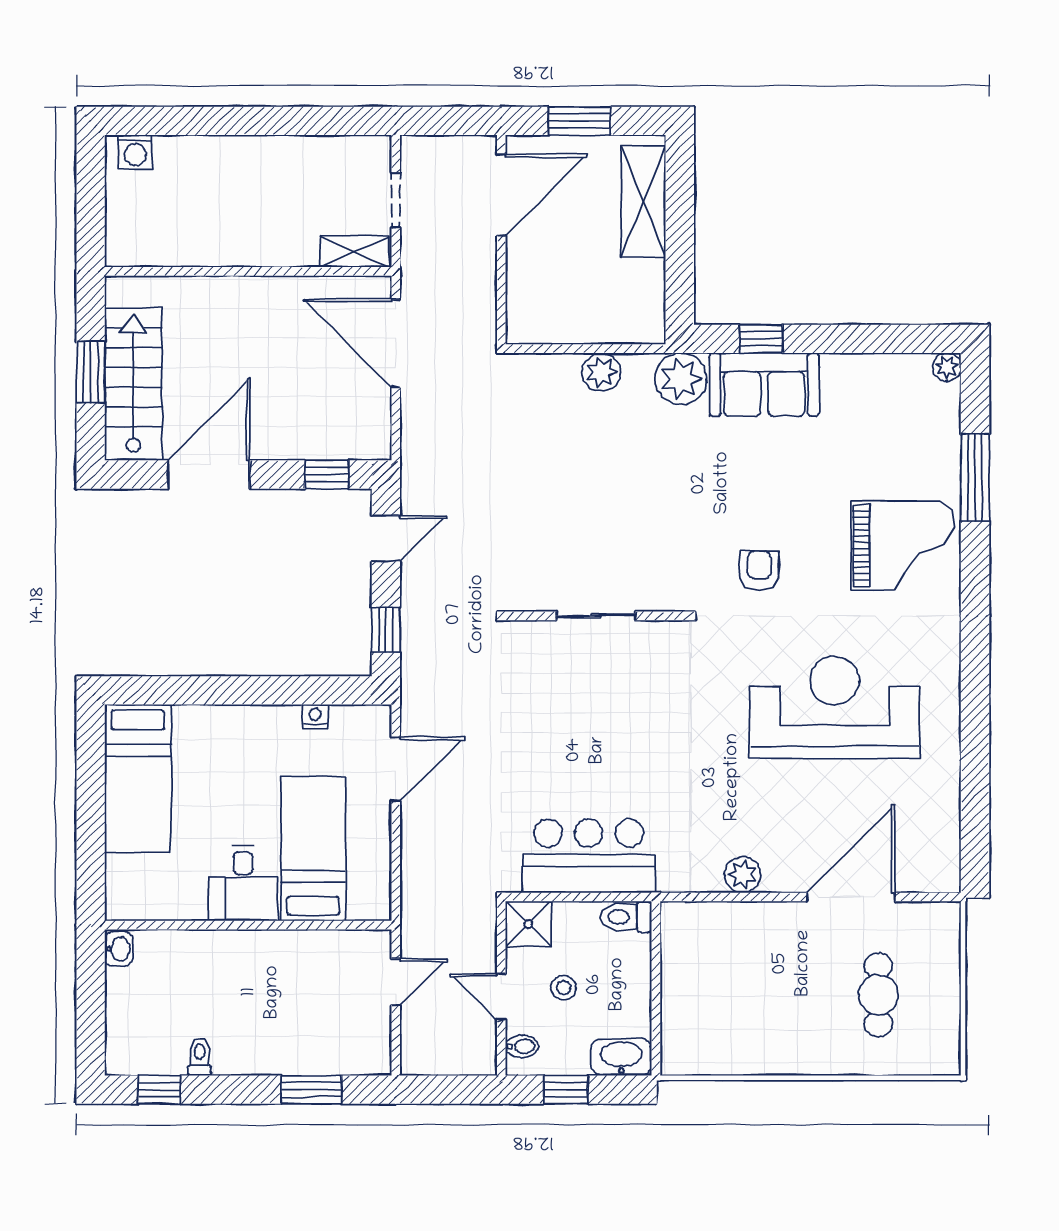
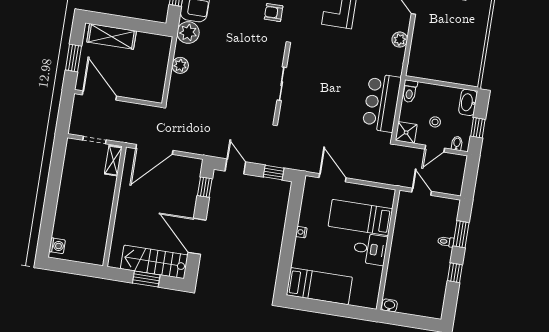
nightstand: (315, 716) -> (301, 232), moved
toilet: (200, 1057) -> (446, 242), moved
window: (159, 1090) -> (455, 273), moved

